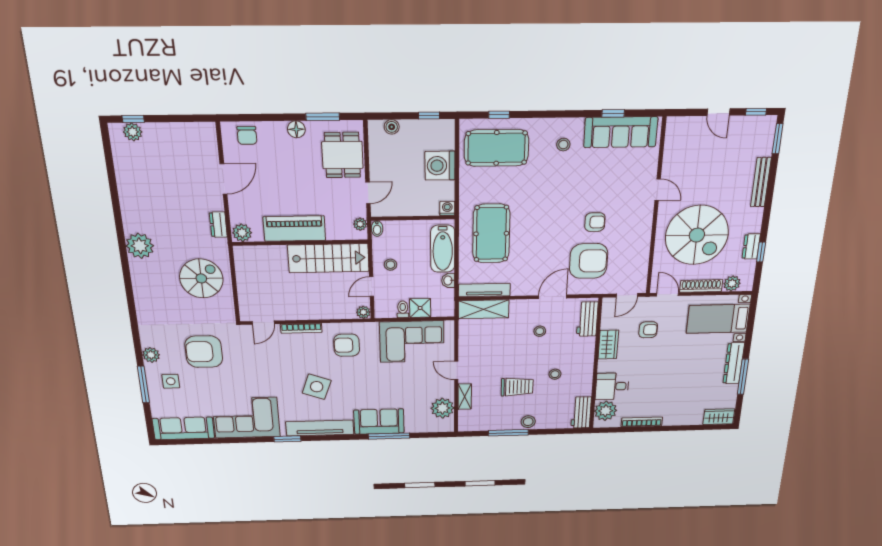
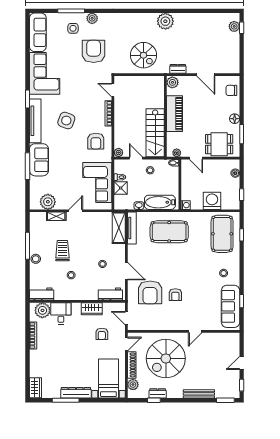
armchair: (347, 345) -> (96, 141), turned 180
trolley: (517, 387) -> (62, 251), turned 180

